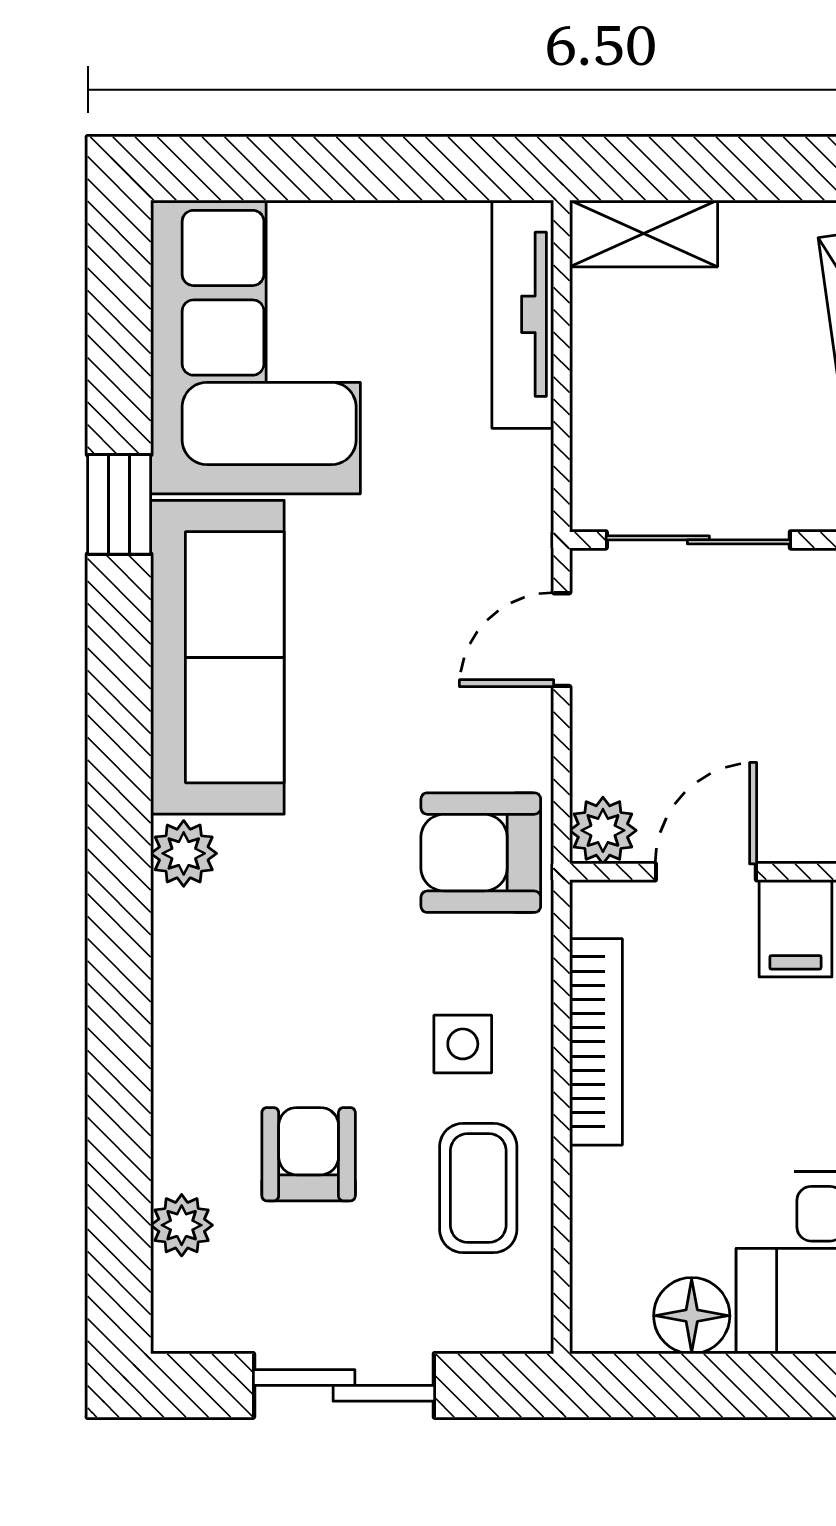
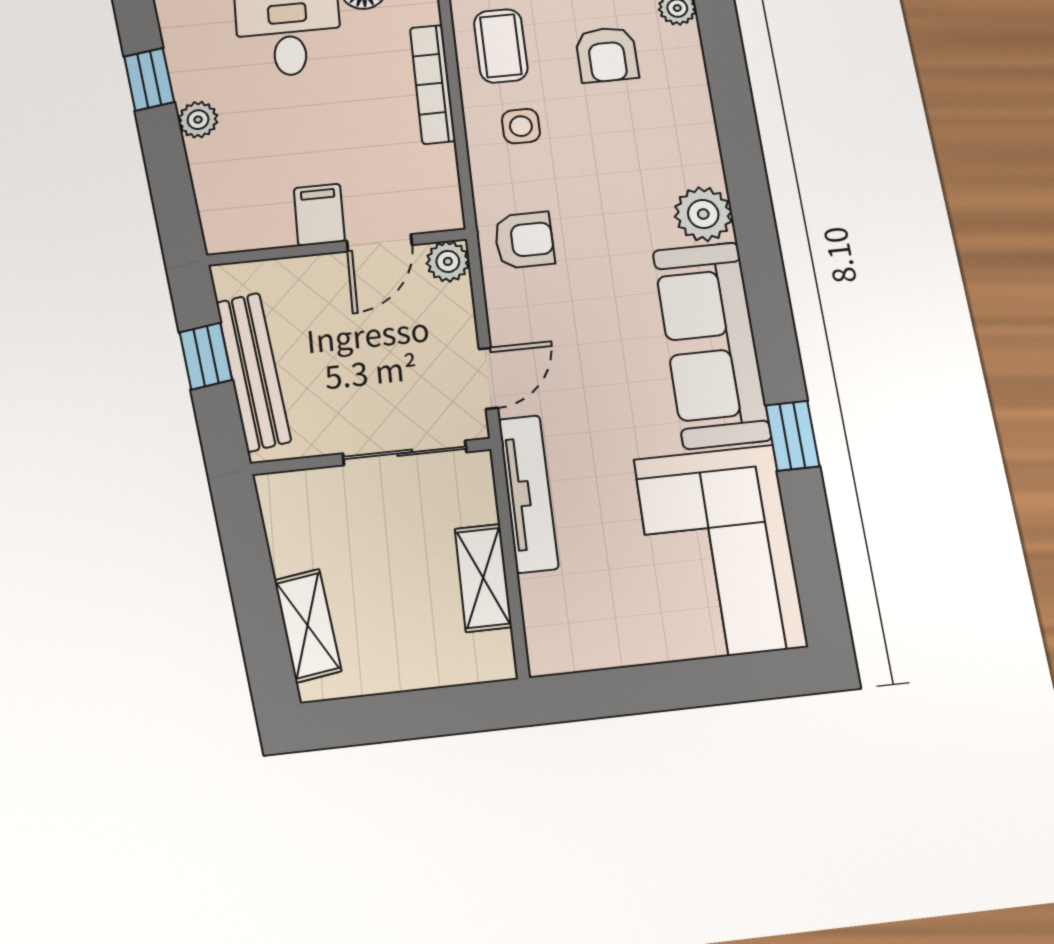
shelving: (644, 233) -> (483, 578), moved, turned 90
tv unit: (523, 314) -> (528, 493), moved
plant: (184, 853) -> (703, 214), width x1.38, depth x1.38
armchair: (481, 853) -> (524, 240), width x0.72, depth x0.72
bookcase: (596, 1042) -> (432, 84), moved

